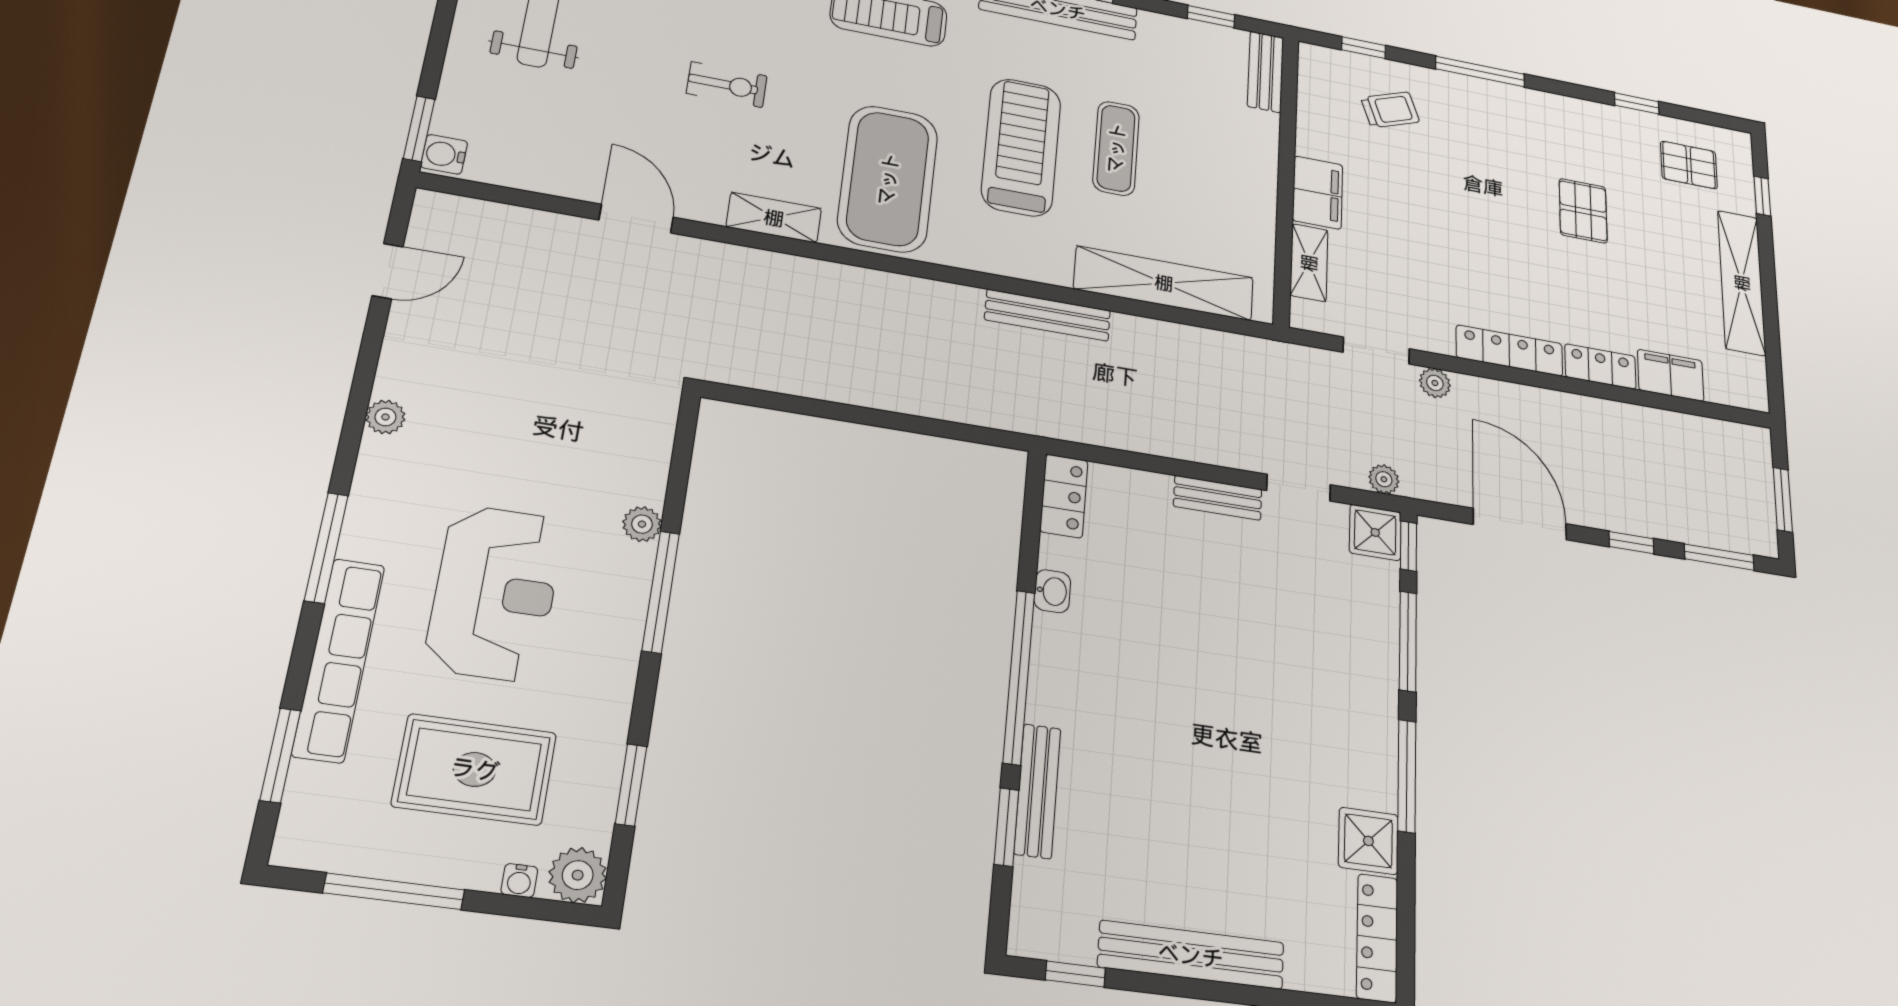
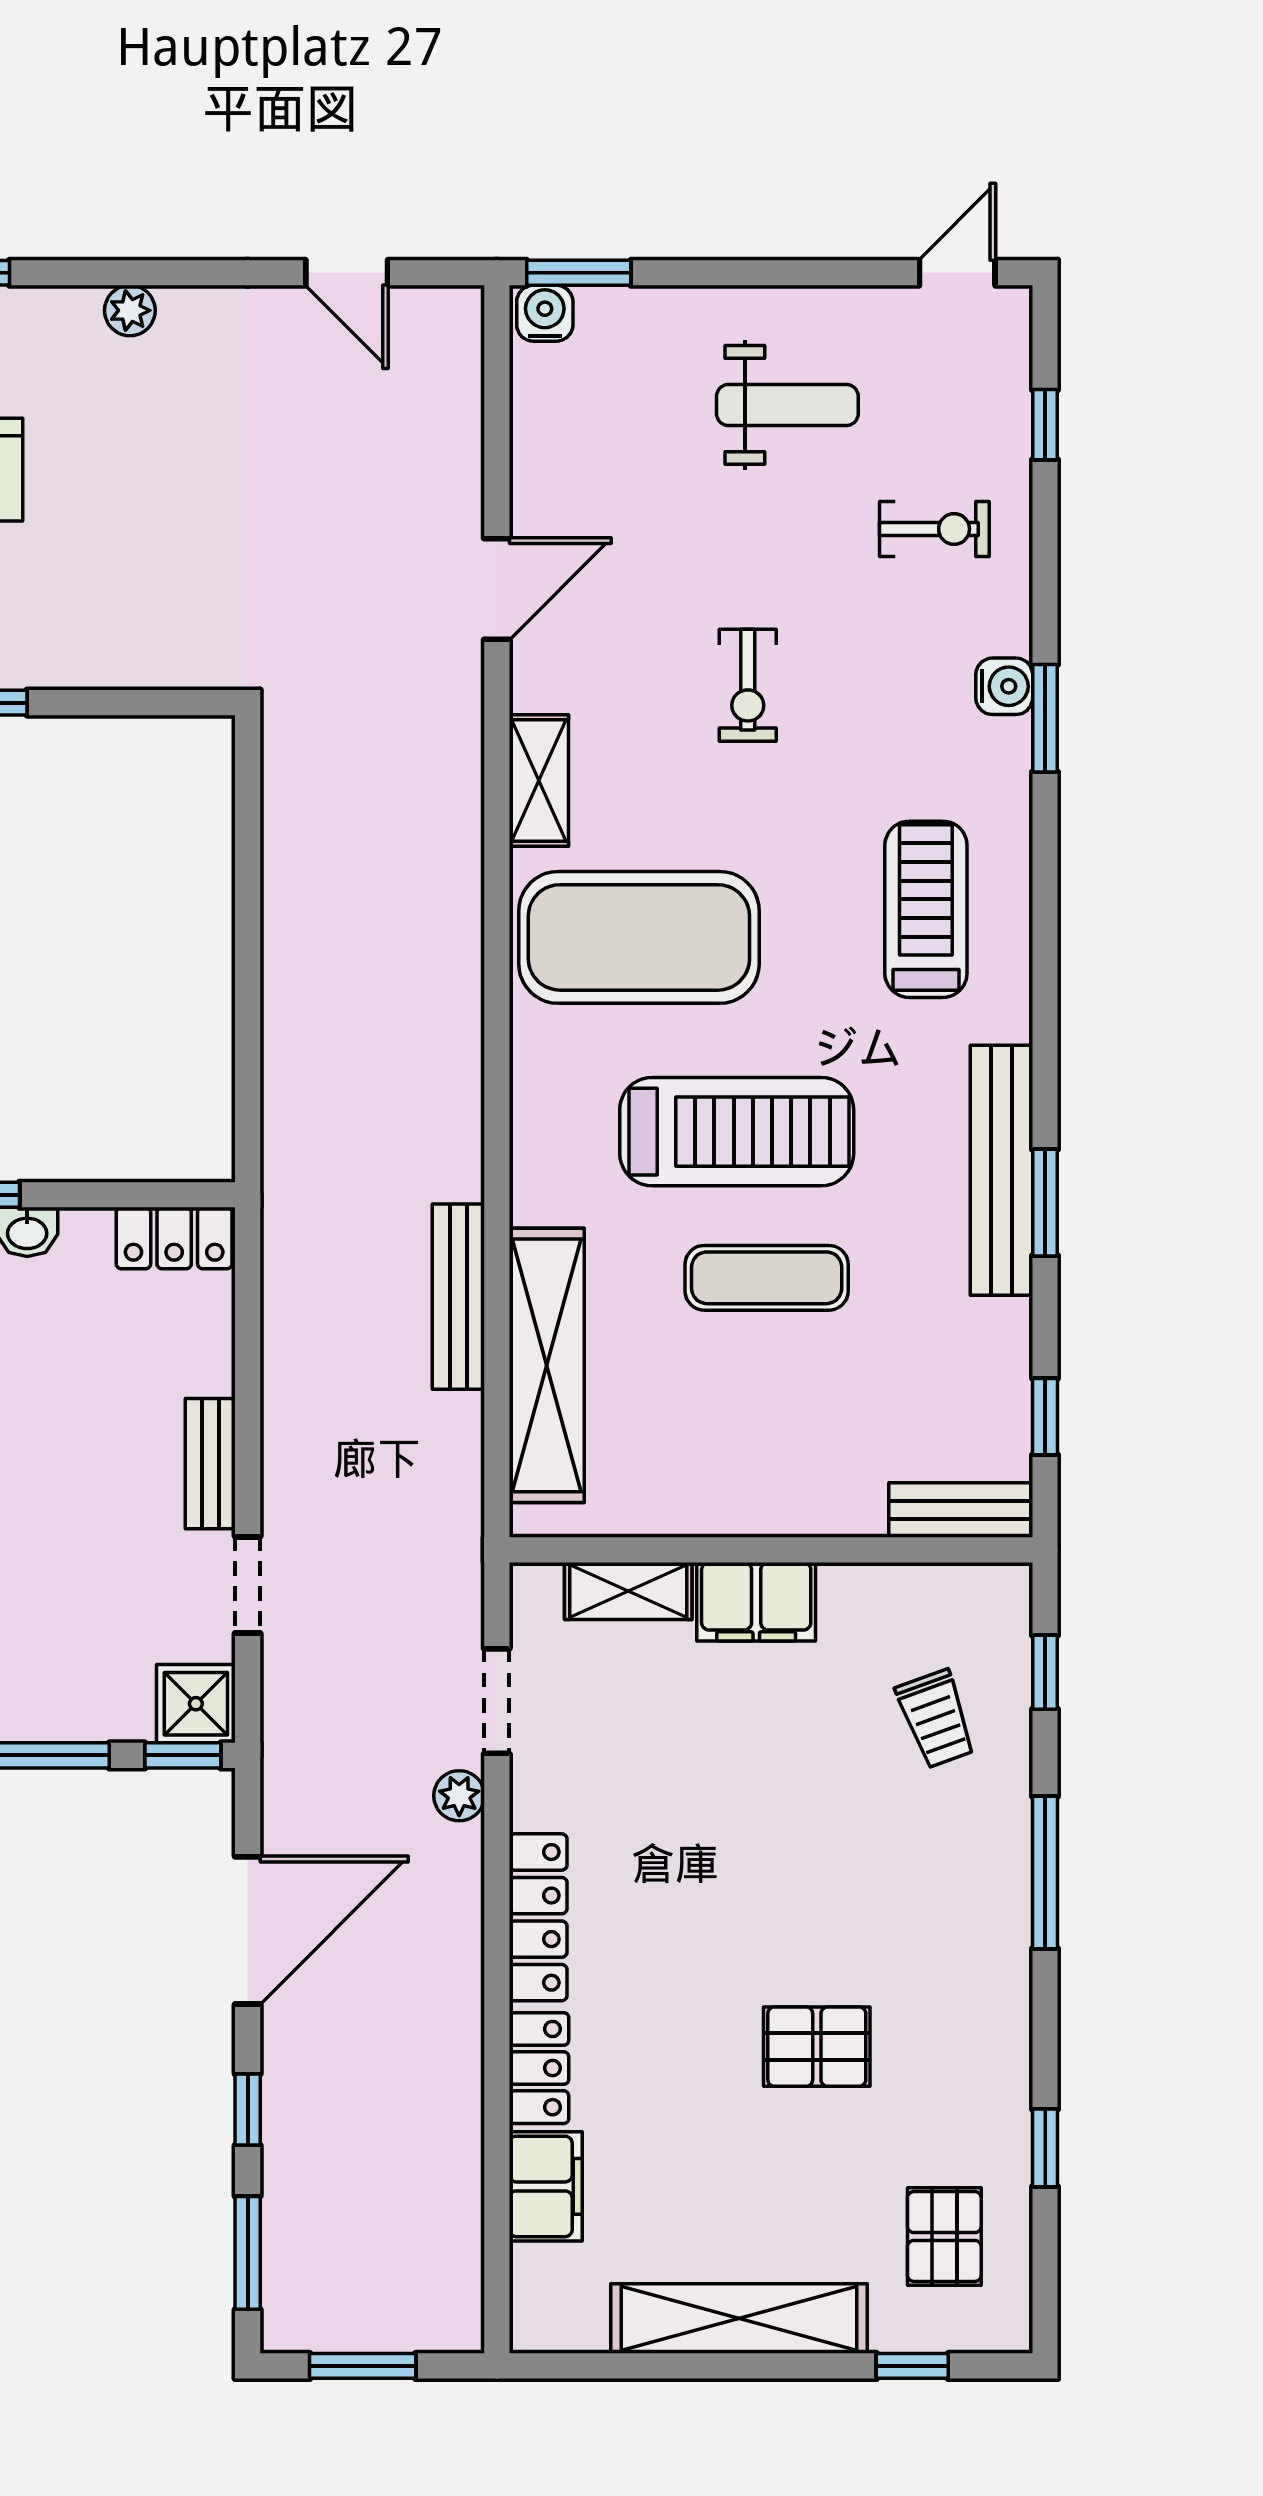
bench: (1048, 315) -> (458, 1297), moved
plant: (1384, 479) -> (284, 1716), removed
plant: (642, 524) -> (33, 664), removed

